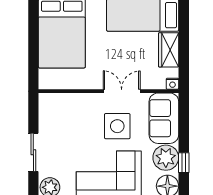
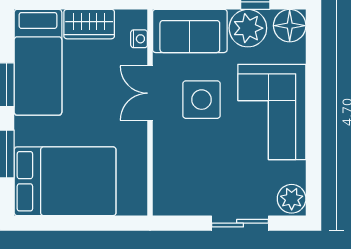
nightstand: (172, 84) -> (139, 39), moved

